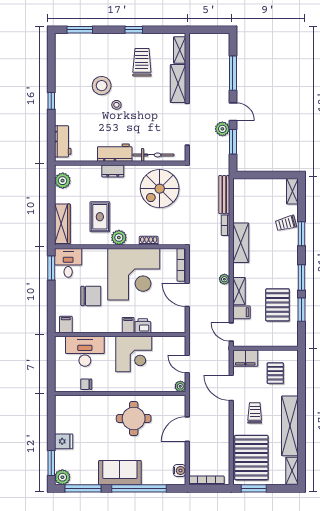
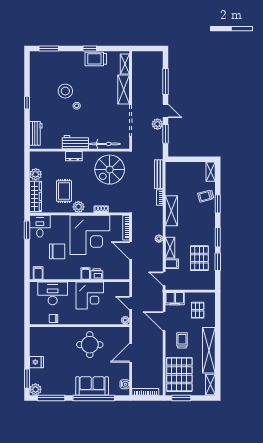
trolley: (142, 62) -> (96, 59), moved, turned -90
plant: (63, 181) -> (36, 174), moved
sofa: (120, 473) -> (92, 386), moved

